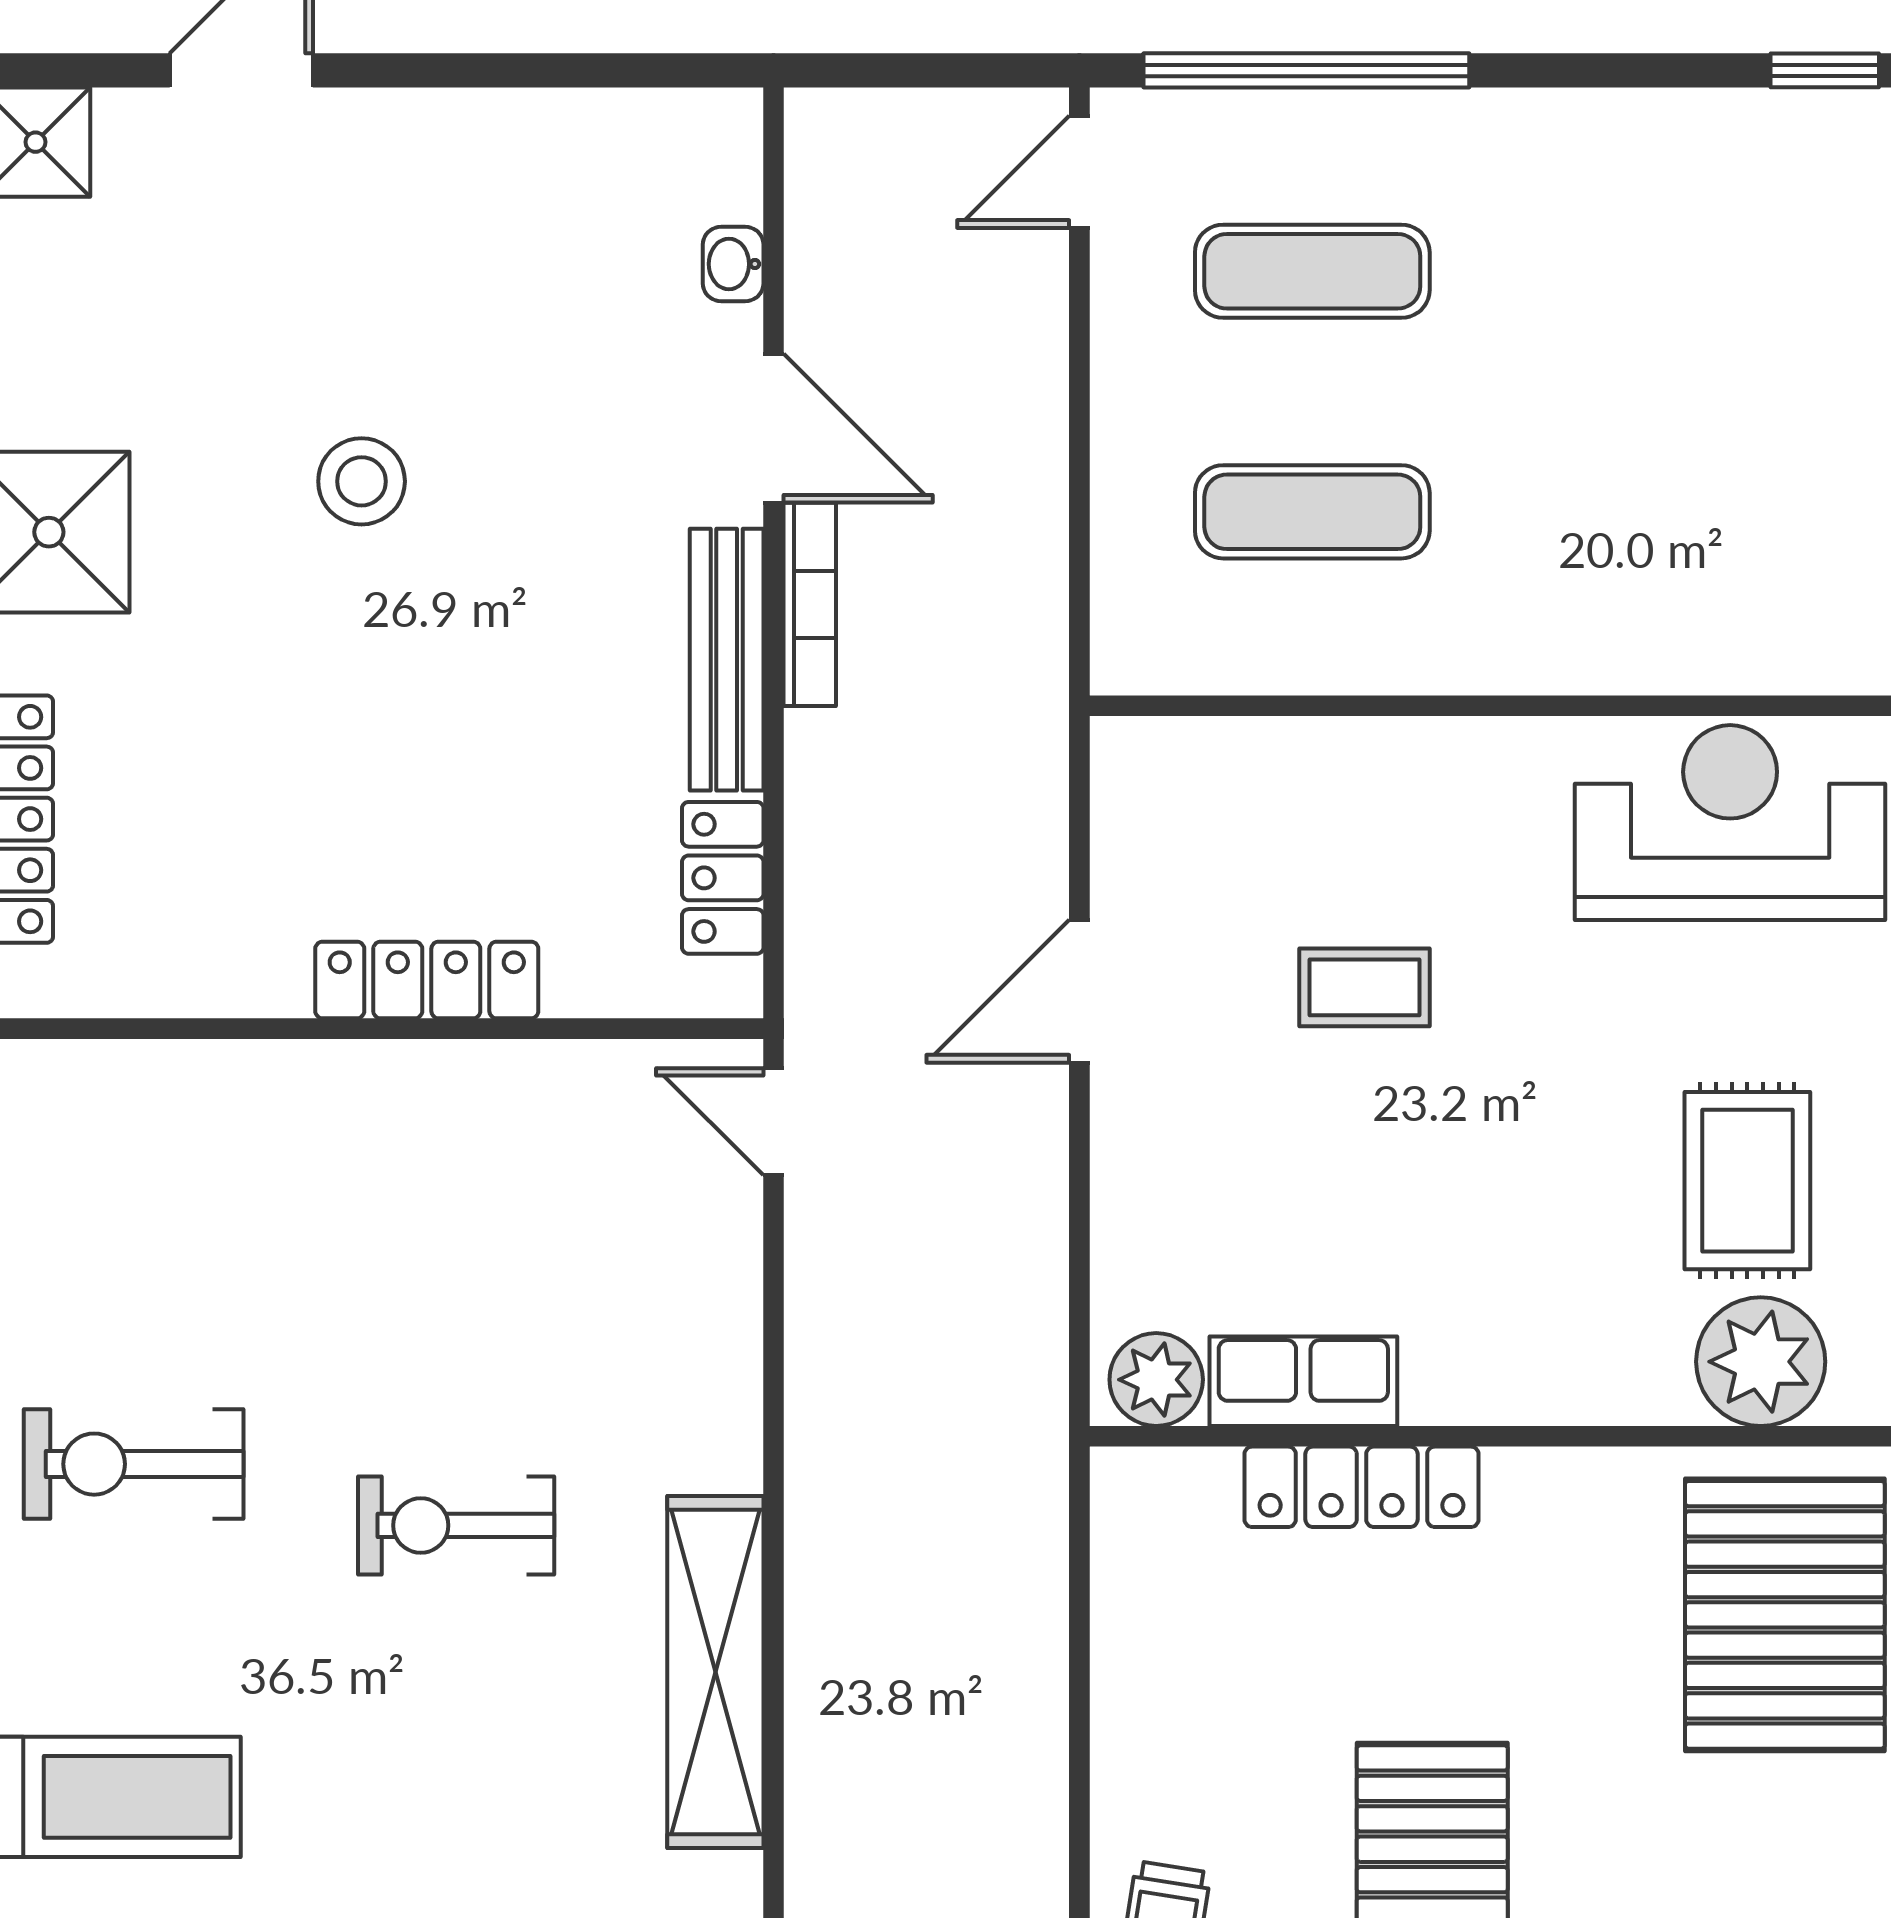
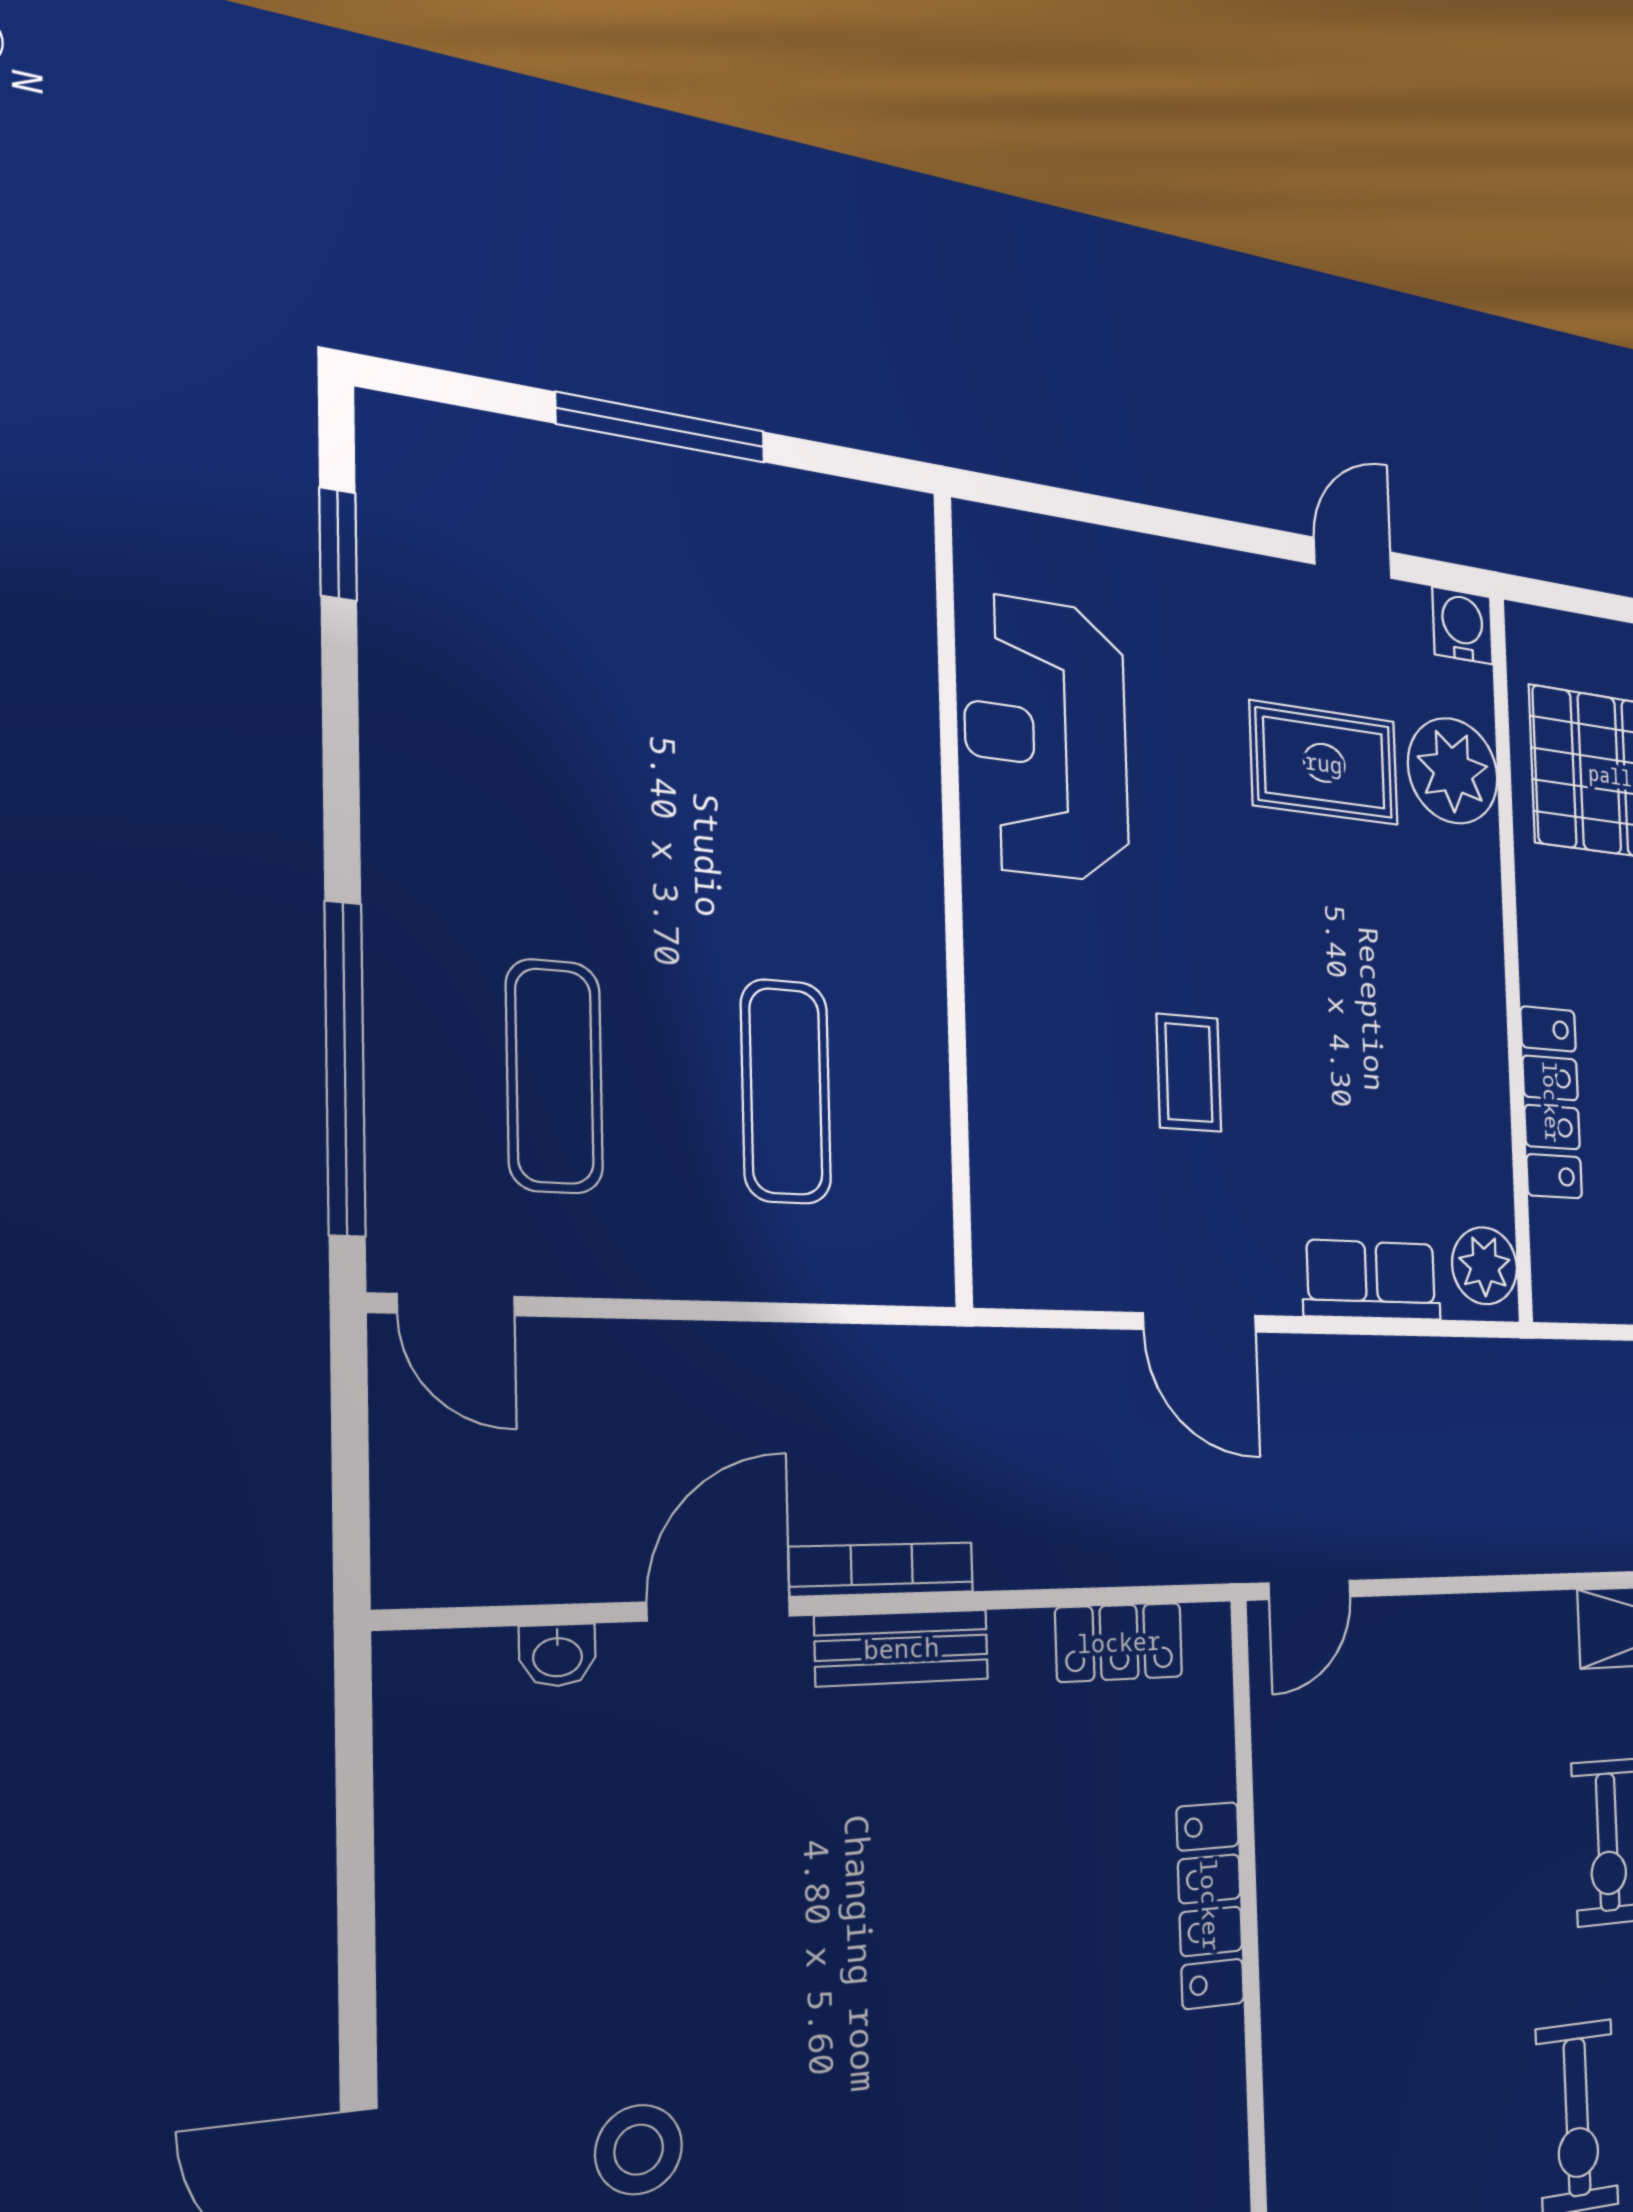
stool: (362, 481) -> (639, 2150), moved
bench: (727, 660) -> (902, 1648), width x0.73
row of seats: (1303, 1381) -> (1372, 1280), moved, turned 90

